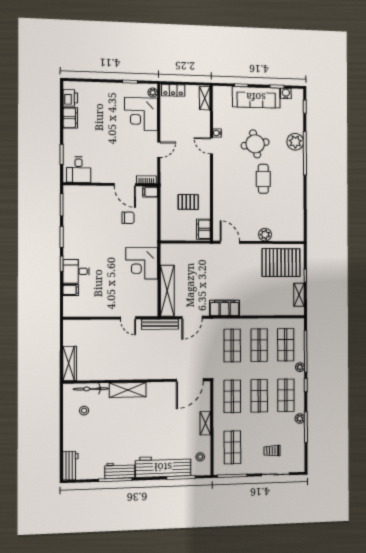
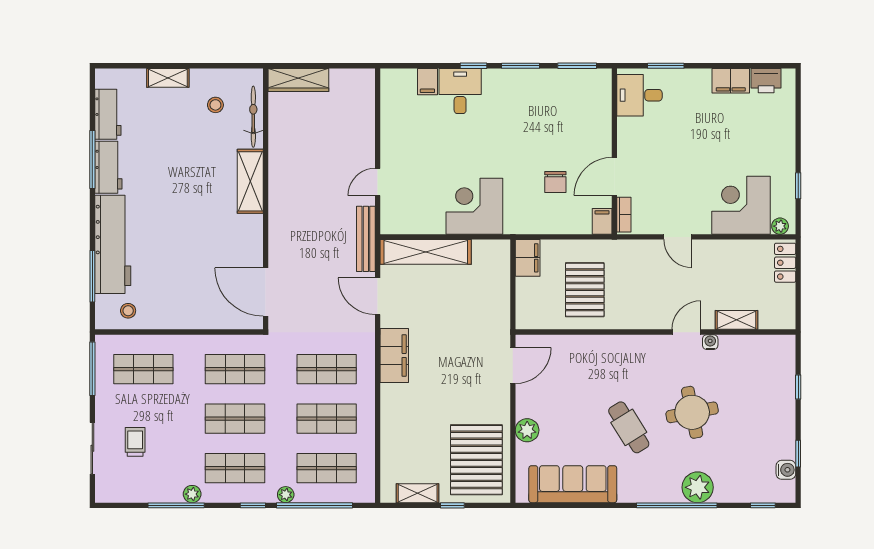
sofa: (256, 97) -> (573, 484), moved, turned 90
shelving: (205, 98) -> (736, 320), moved
cafe table: (263, 179) -> (629, 427), turned 58
pallet: (188, 202) -> (585, 290), width x1.50, depth x1.42
filing cabinet: (203, 229) -> (528, 258), moved, turned 90
shelving: (205, 423) -> (168, 78), moved
workbench: (70, 466) -> (108, 114), moved, turned -90

